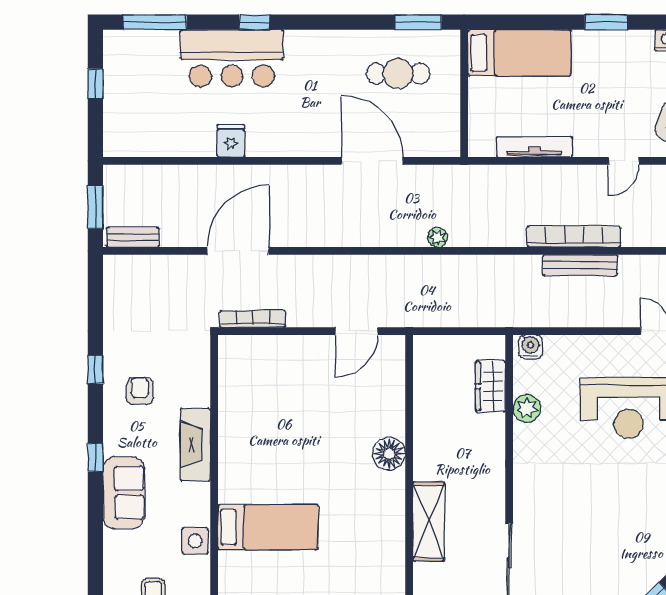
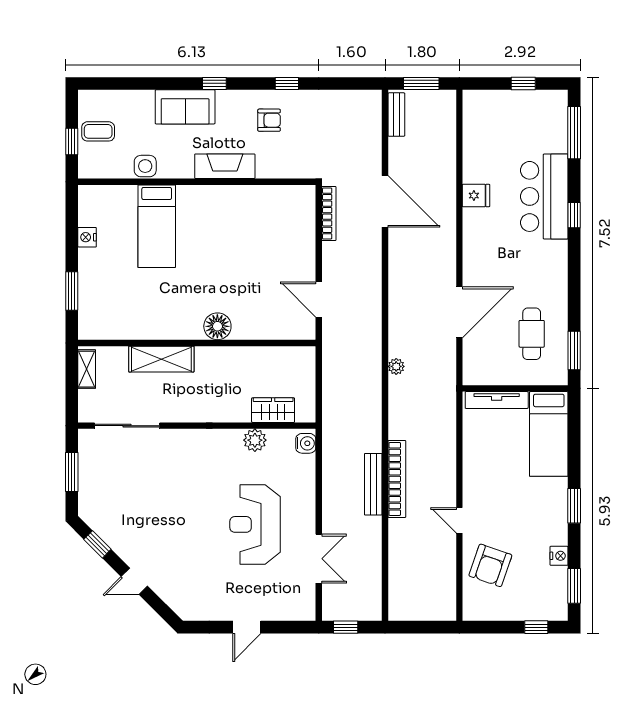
tv unit: (534, 147) -> (497, 400), moved, turned 90

